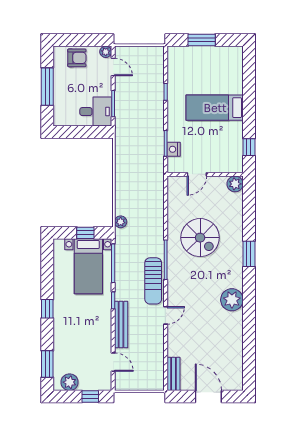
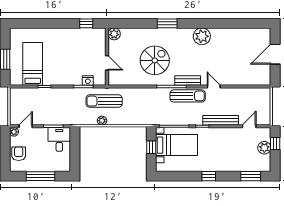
bed: (215, 108) -> (33, 64), moved, turned 180
sun lounger: (146, 171) -> (104, 101), added
plant: (121, 222) -> (102, 121), moved
bench: (174, 374) -> (188, 80), moved
plant: (70, 382) -> (264, 148), moved

